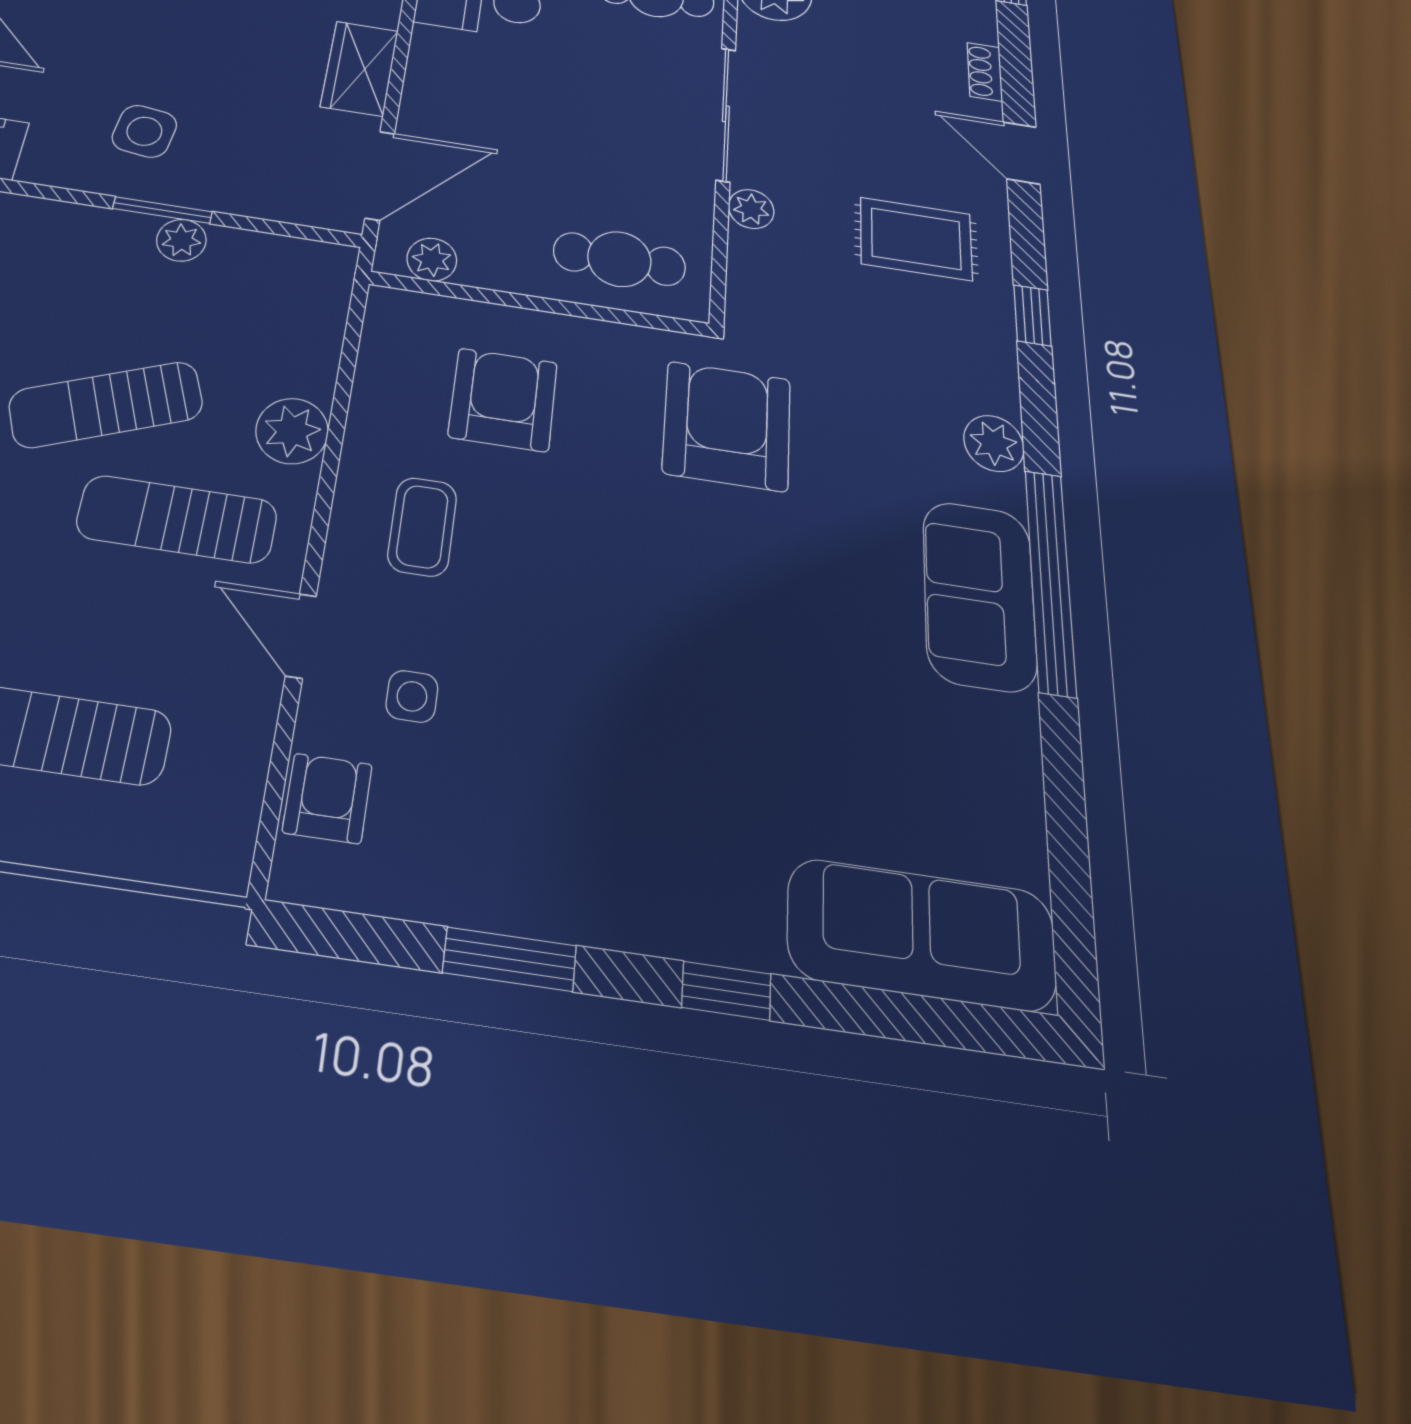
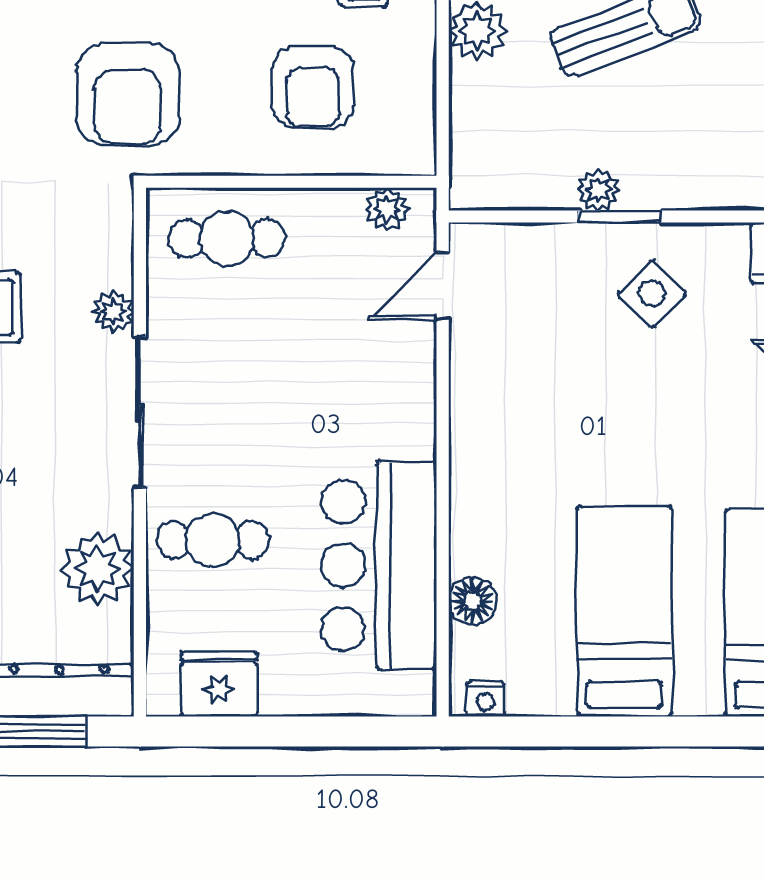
wardrobe: (360, 68) -> (477, 398), removed
side table: (144, 131) -> (652, 294), turned 36
door: (380, 175) -> (443, 286), width x0.73

